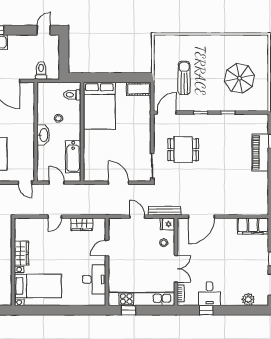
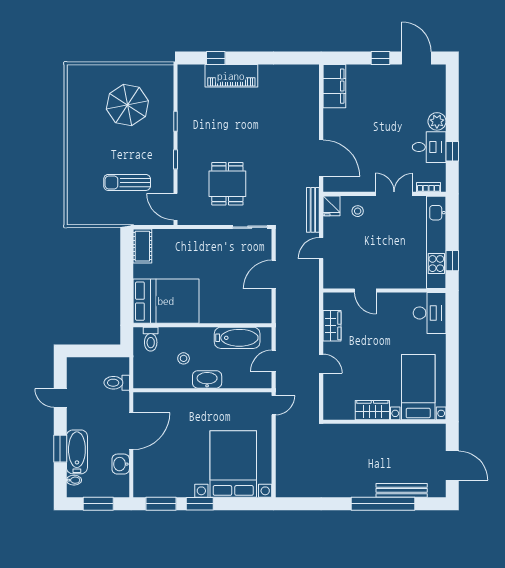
door: (44, 30) -> (60, 398), moved
desk: (94, 279) -> (430, 313), moved, turned 90
plant: (248, 299) -> (437, 121), moved

